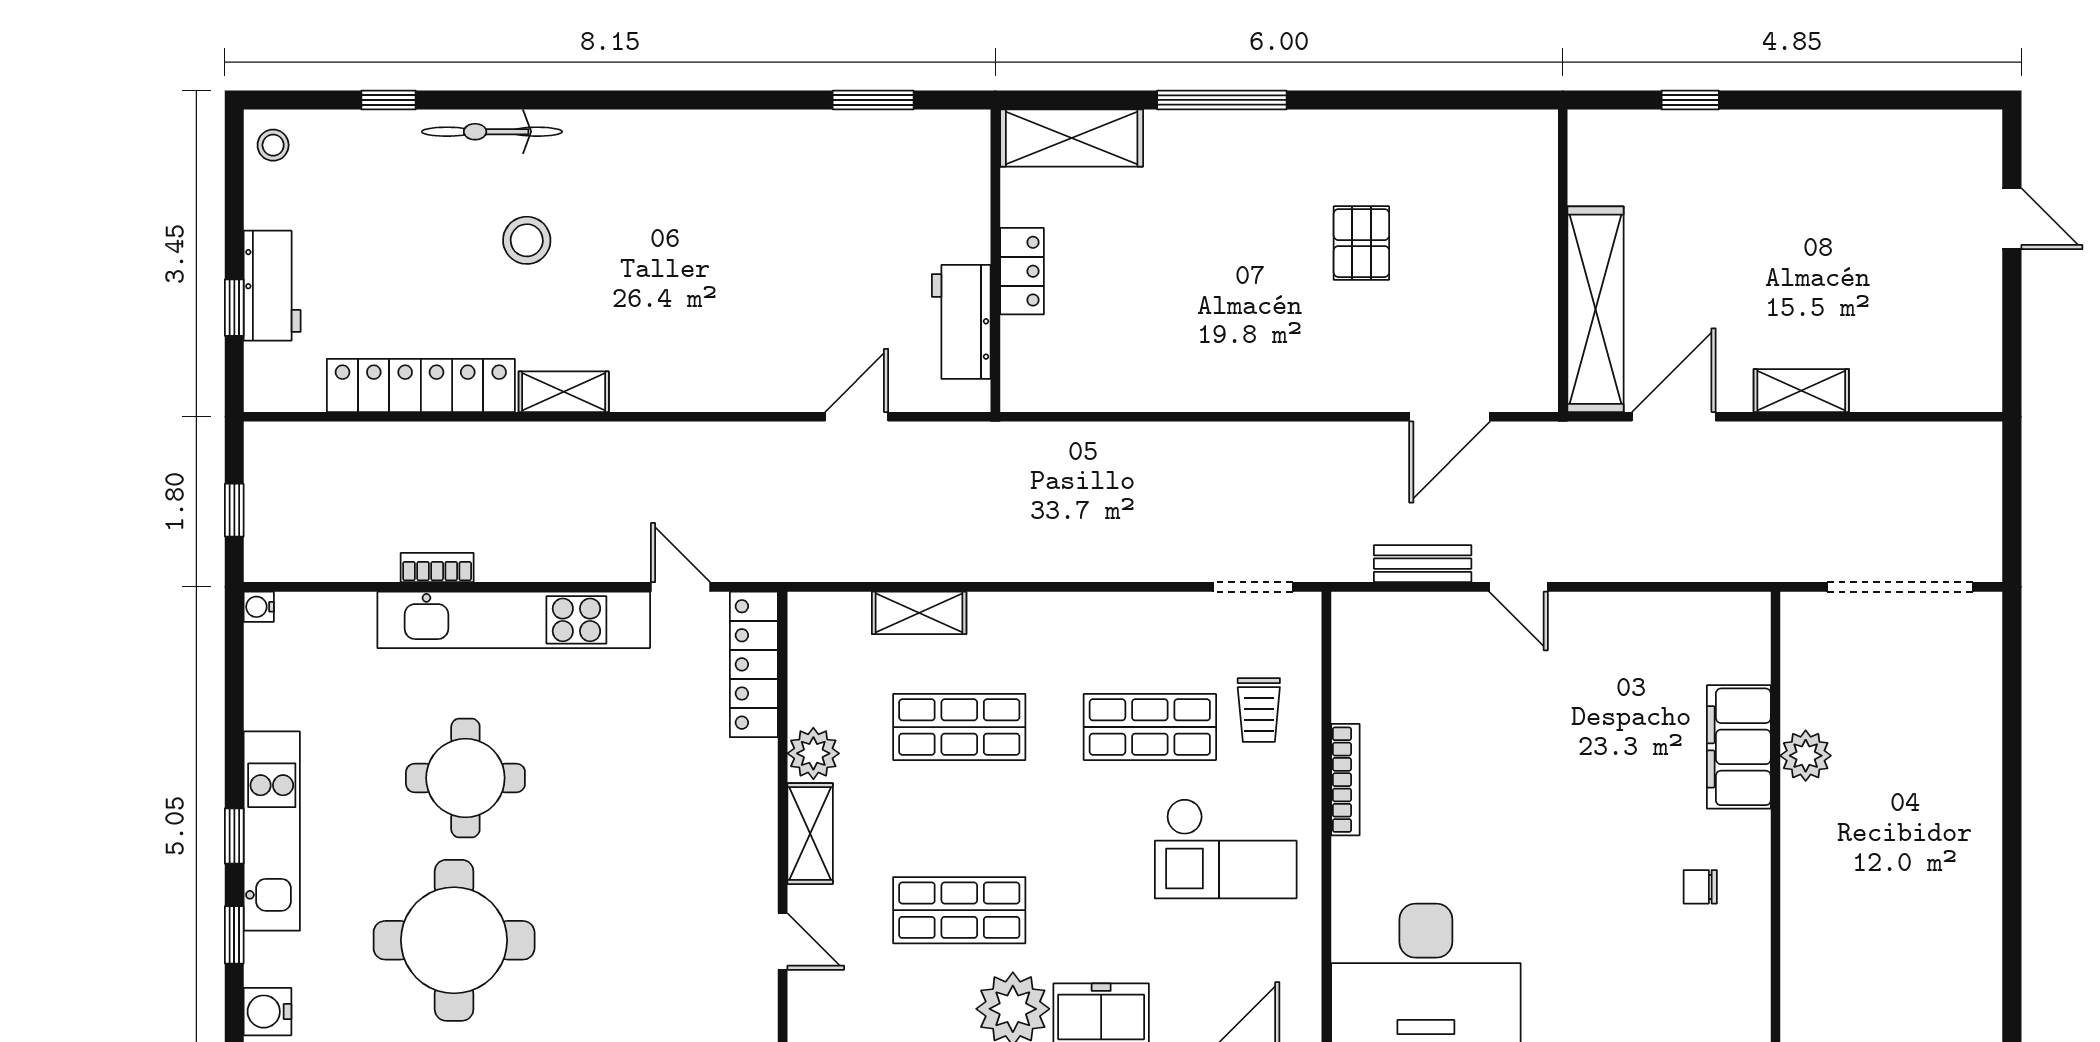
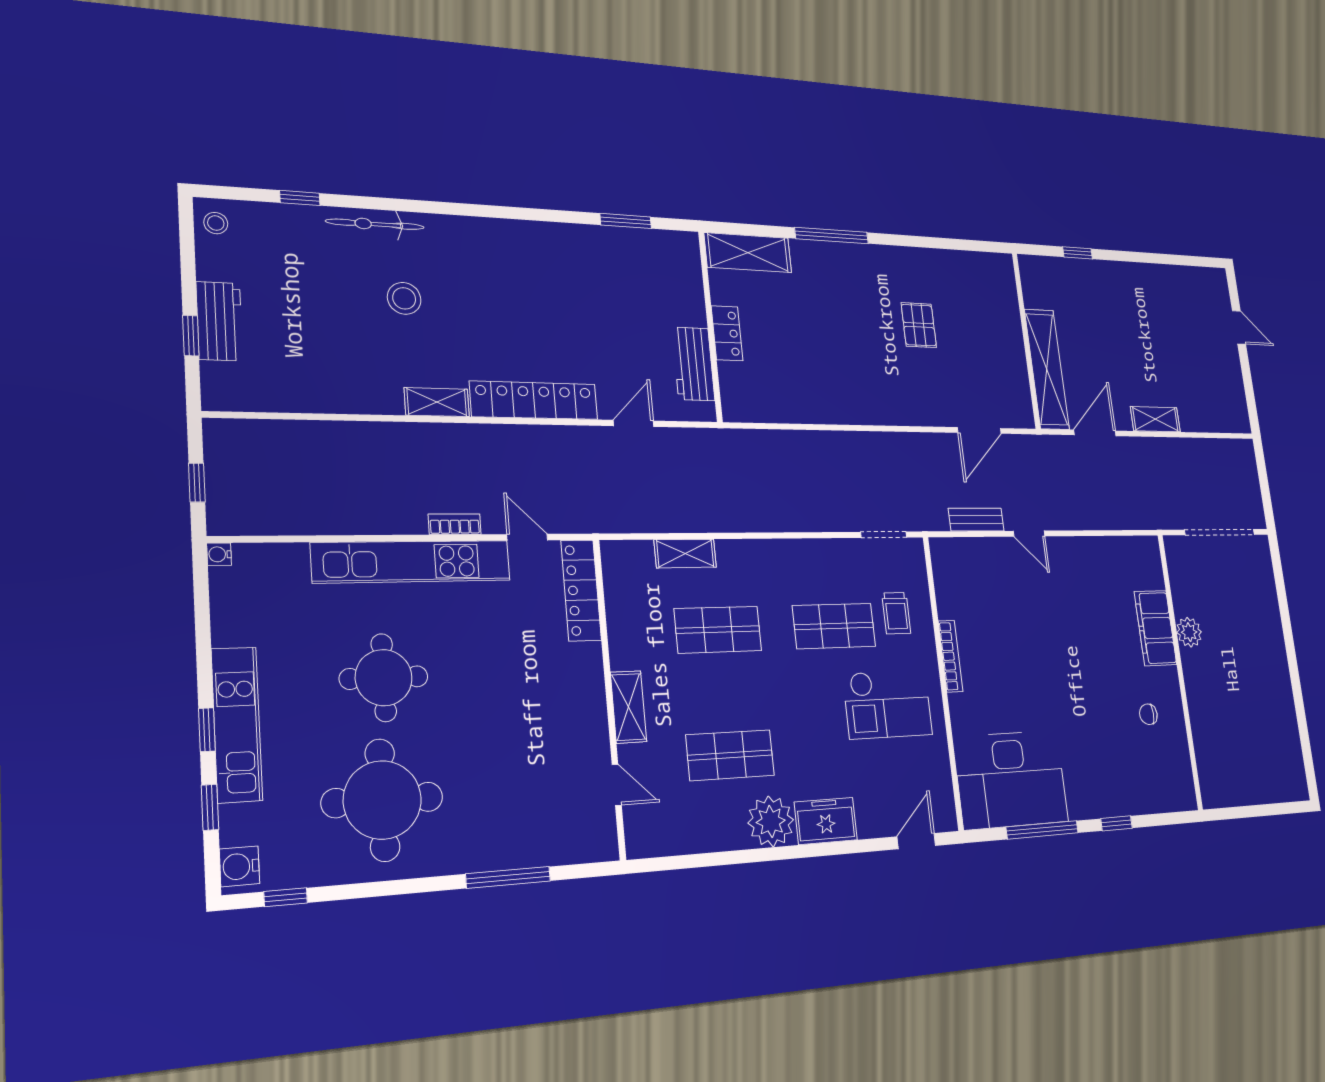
locker: (421, 385) -> (534, 400), moved
bookcase: (437, 568) -> (455, 524), moved
plant: (813, 753) -> (626, 651), removed

